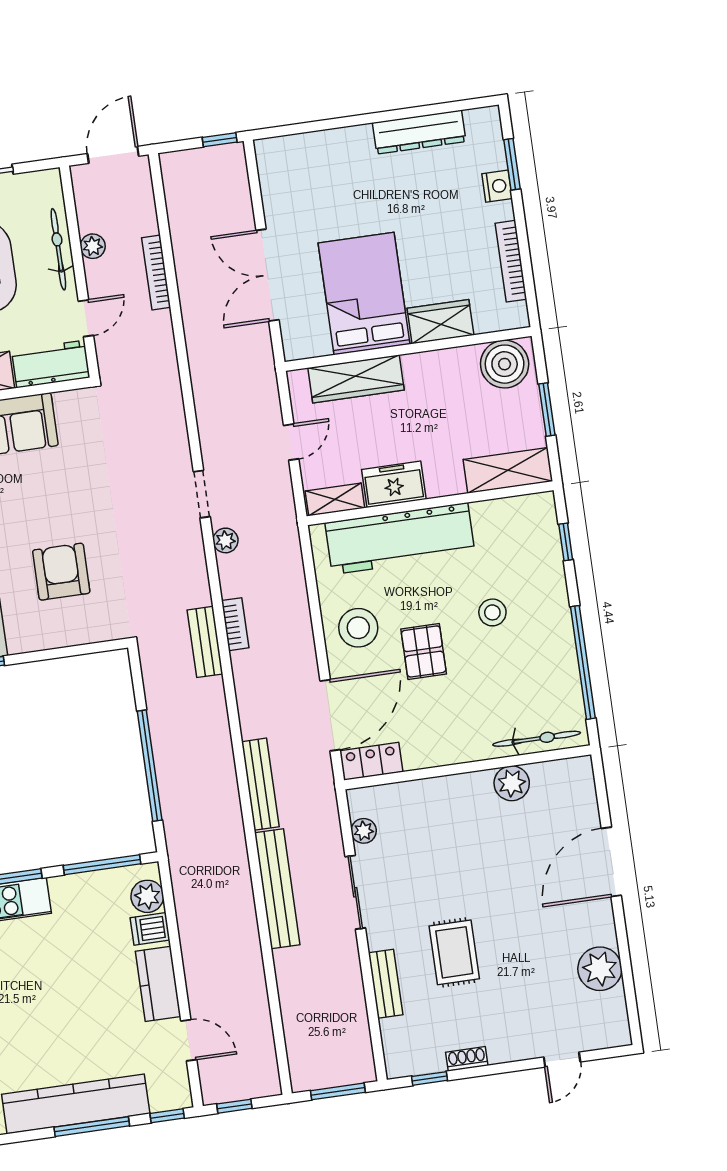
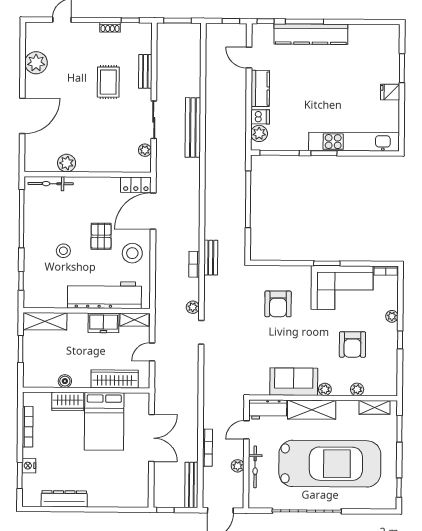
boiler: (505, 364) -> (65, 381), moved, width x0.54, depth x0.54
bench: (260, 784) -> (191, 485), moved

